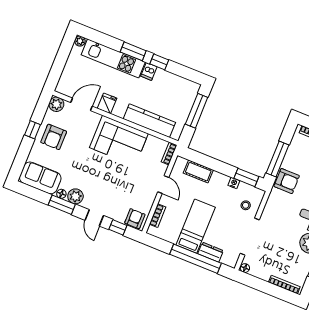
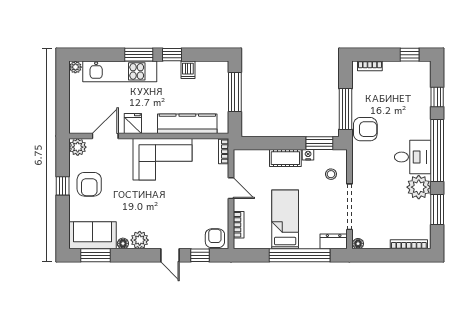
dishwasher: (149, 71) -> (188, 70), moved
cot: (198, 172) -> (285, 158), moved
window: (62, 205) -> (96, 255), moved
dresser: (211, 252) -> (334, 241), moved

